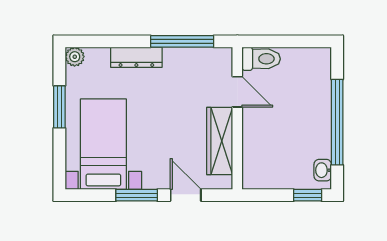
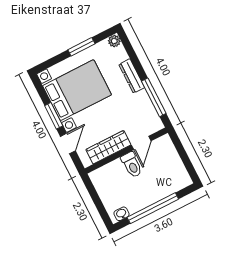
toilet: (261, 59) -> (132, 165), moved
bed with nightstands: (103, 144) -> (77, 90), width x1.36
window: (308, 195) -> (103, 213), removed

